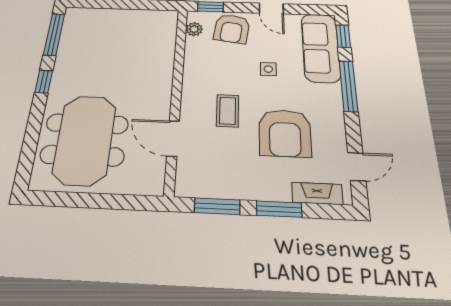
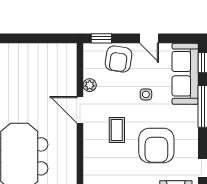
plant: (194, 29) -> (90, 85), moved
door: (173, 138) -> (80, 110), moved

